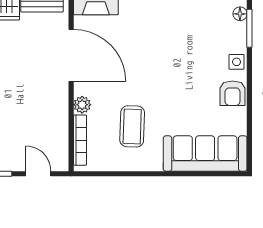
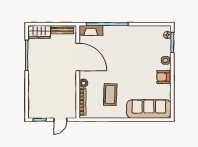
armchair: (233, 93) -> (163, 77), turned 90
door: (38, 174) -> (60, 120), swing flipped

